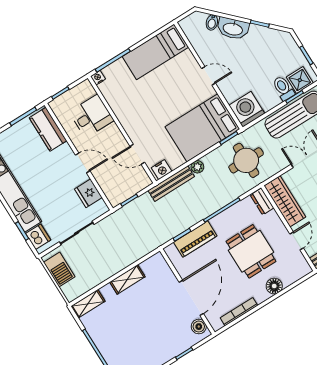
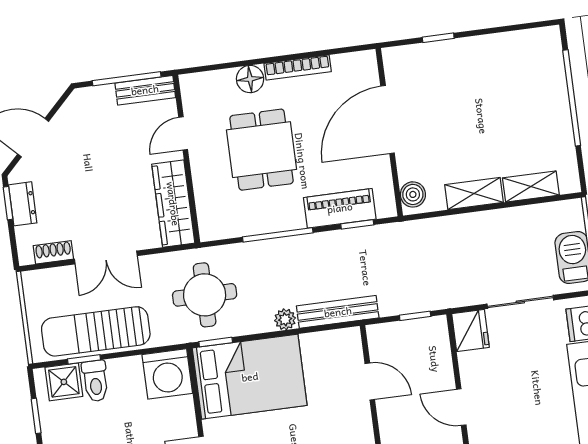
nightstand: (162, 170) -> (343, 341), removed
fridge: (88, 193) -> (470, 331), moved
dresser: (262, 201) -> (209, 220), removed
shelving: (88, 304) -> (531, 187), moved
bookcase: (239, 312) -> (298, 67), moved
boiler: (199, 327) -> (413, 194), moved

